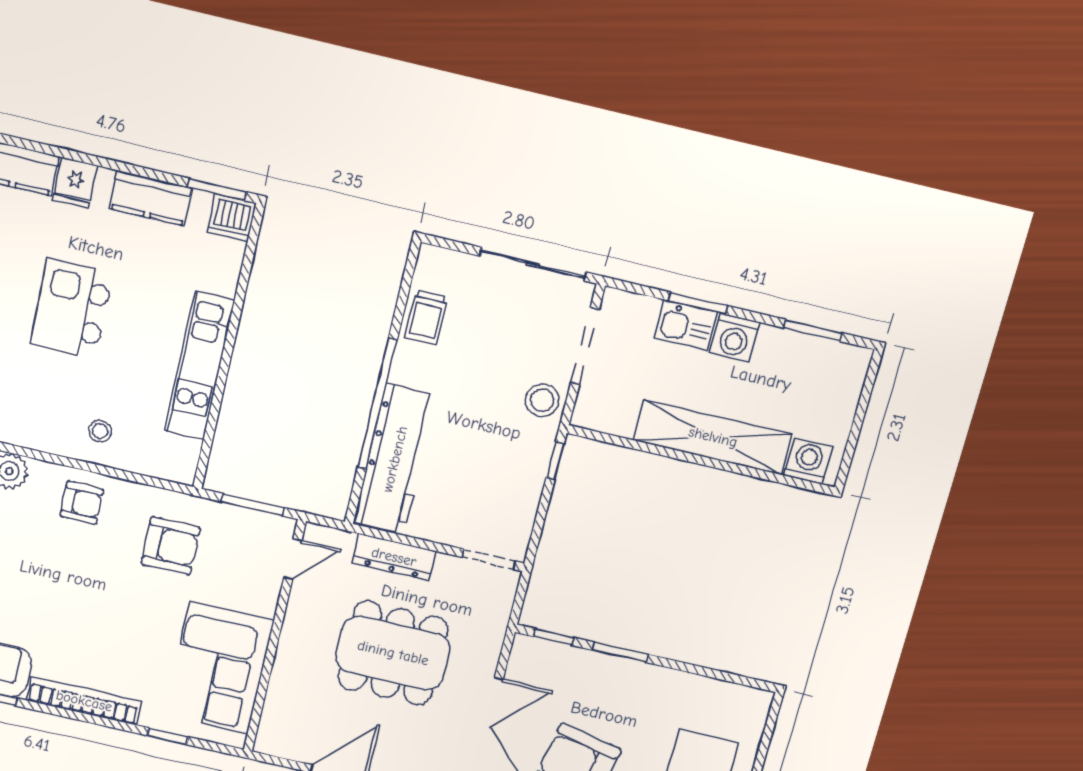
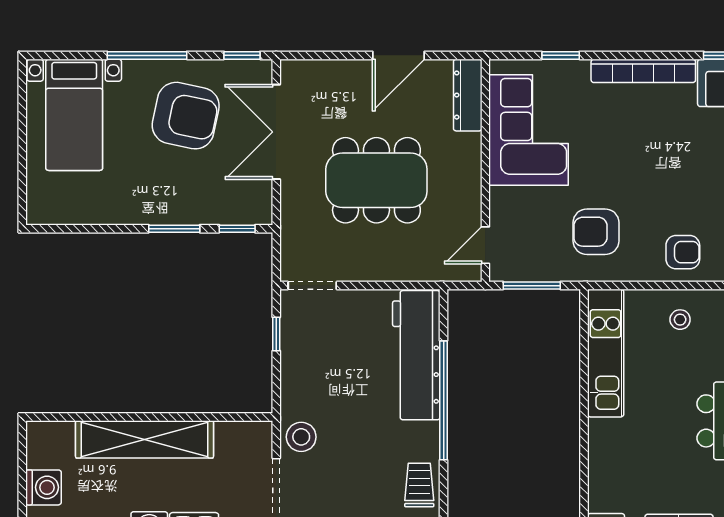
kitchen unit: (200, 366) -> (606, 353), moved
window: (555, 461) -> (276, 334), moved
washing machine: (808, 461) -> (43, 487), moved, turned -90
armchair: (82, 503) -> (683, 252), turned 180
dresser: (394, 557) -> (468, 95), moved, turned -90

